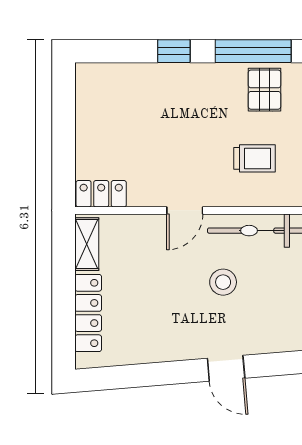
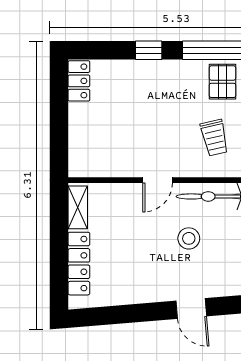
trolley: (255, 158) -> (214, 138), turned 77
locker: (101, 194) -> (79, 81), moved, turned 90

